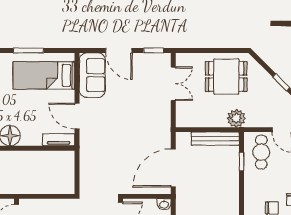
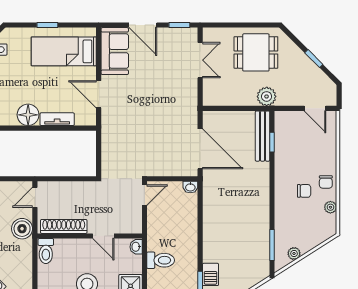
window: (28, 50) -> (47, 25), width x0.67
bench: (215, 139) -> (263, 136), moved, turned 90
tv unit: (59, 140) -> (57, 119), moved
cafe table: (261, 152) -> (293, 132), removed
door: (173, 168) -> (200, 149), swing flipped

